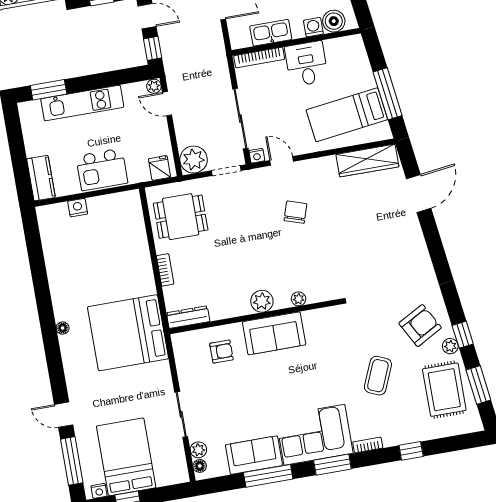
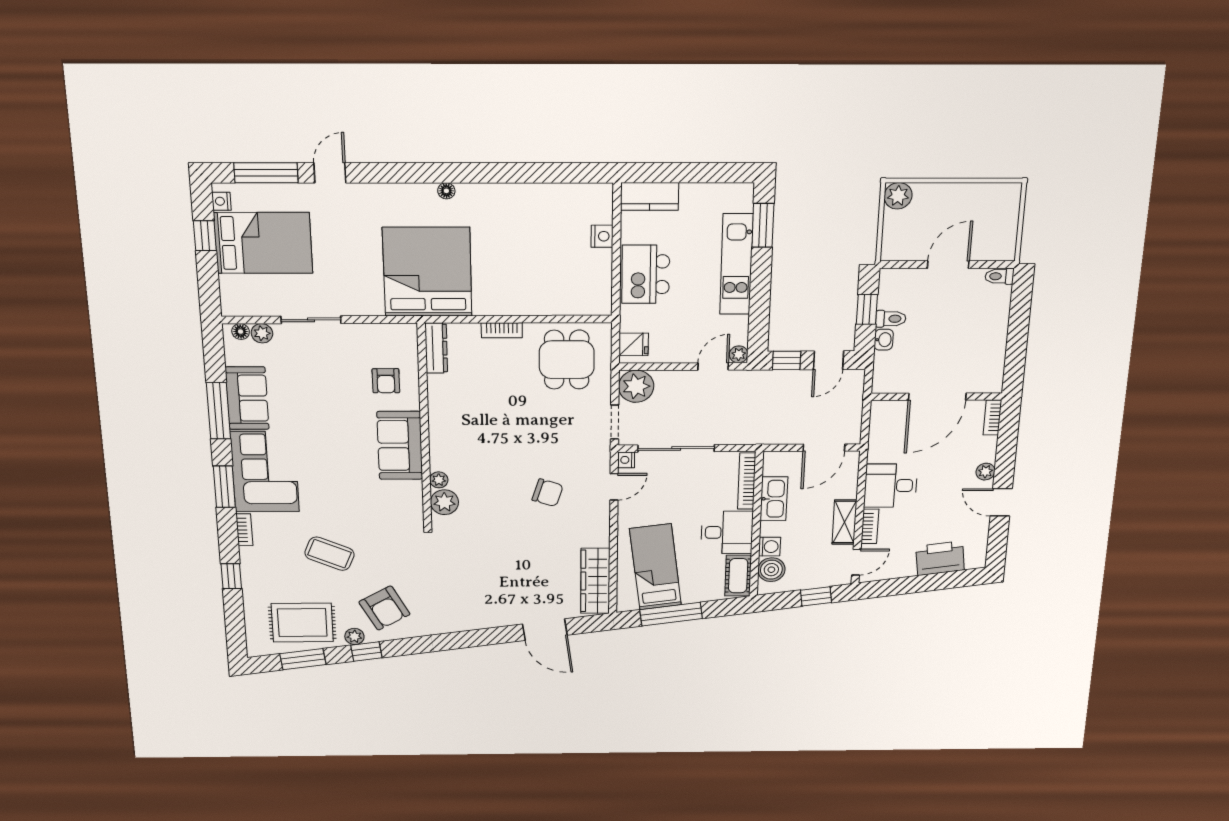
cot: (344, 47) -> (738, 576), added
plant: (262, 301) -> (444, 502), moved

